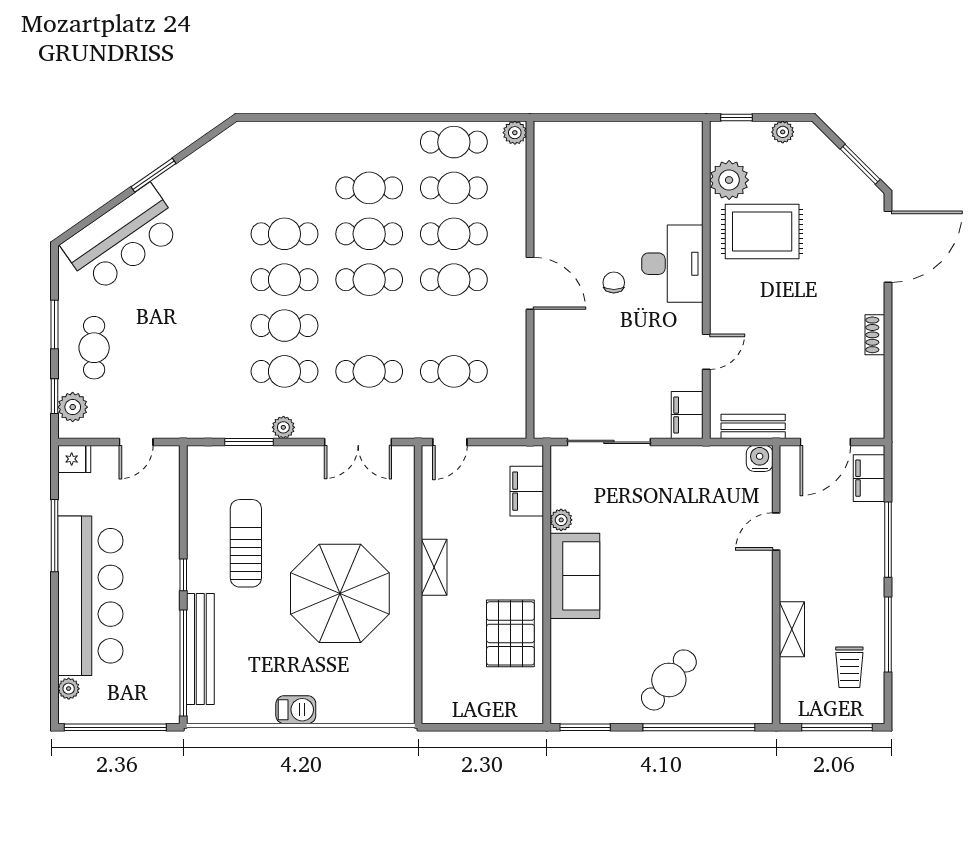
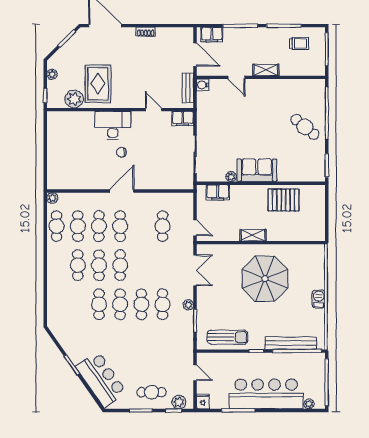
cafe table: (369, 371) -> (163, 265), removed
sun lounger: (246, 543) -> (227, 337), moved, turned 180
shelving: (792, 629) -> (266, 70), moved

